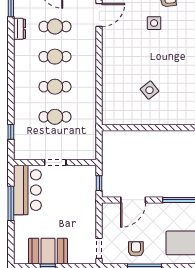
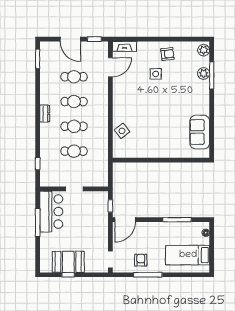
dresser: (19, 29) -> (45, 114), moved
side table: (150, 90) -> (122, 131), moved
door: (133, 200) -> (125, 220), moved

